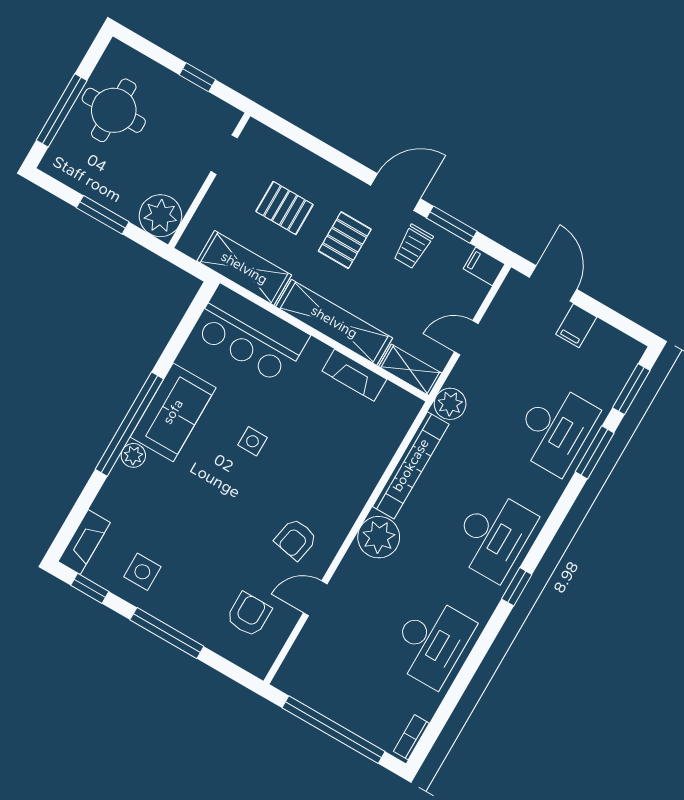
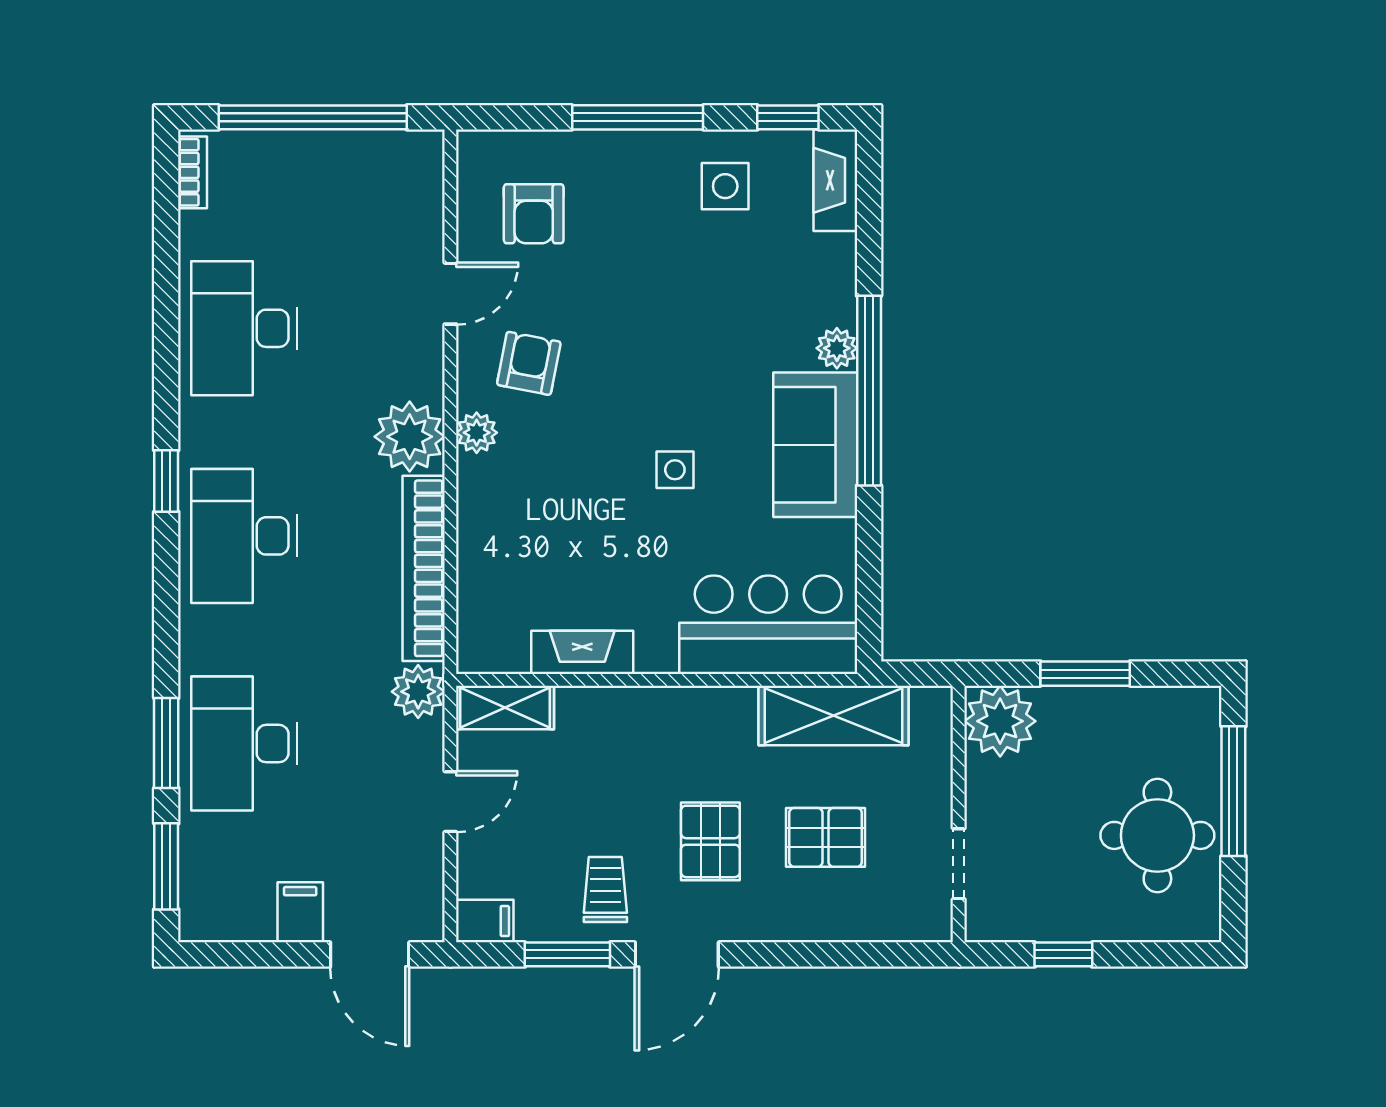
shelving: (334, 322) -> (656, 712), removed
plant: (343, 519) -> (477, 433), added

